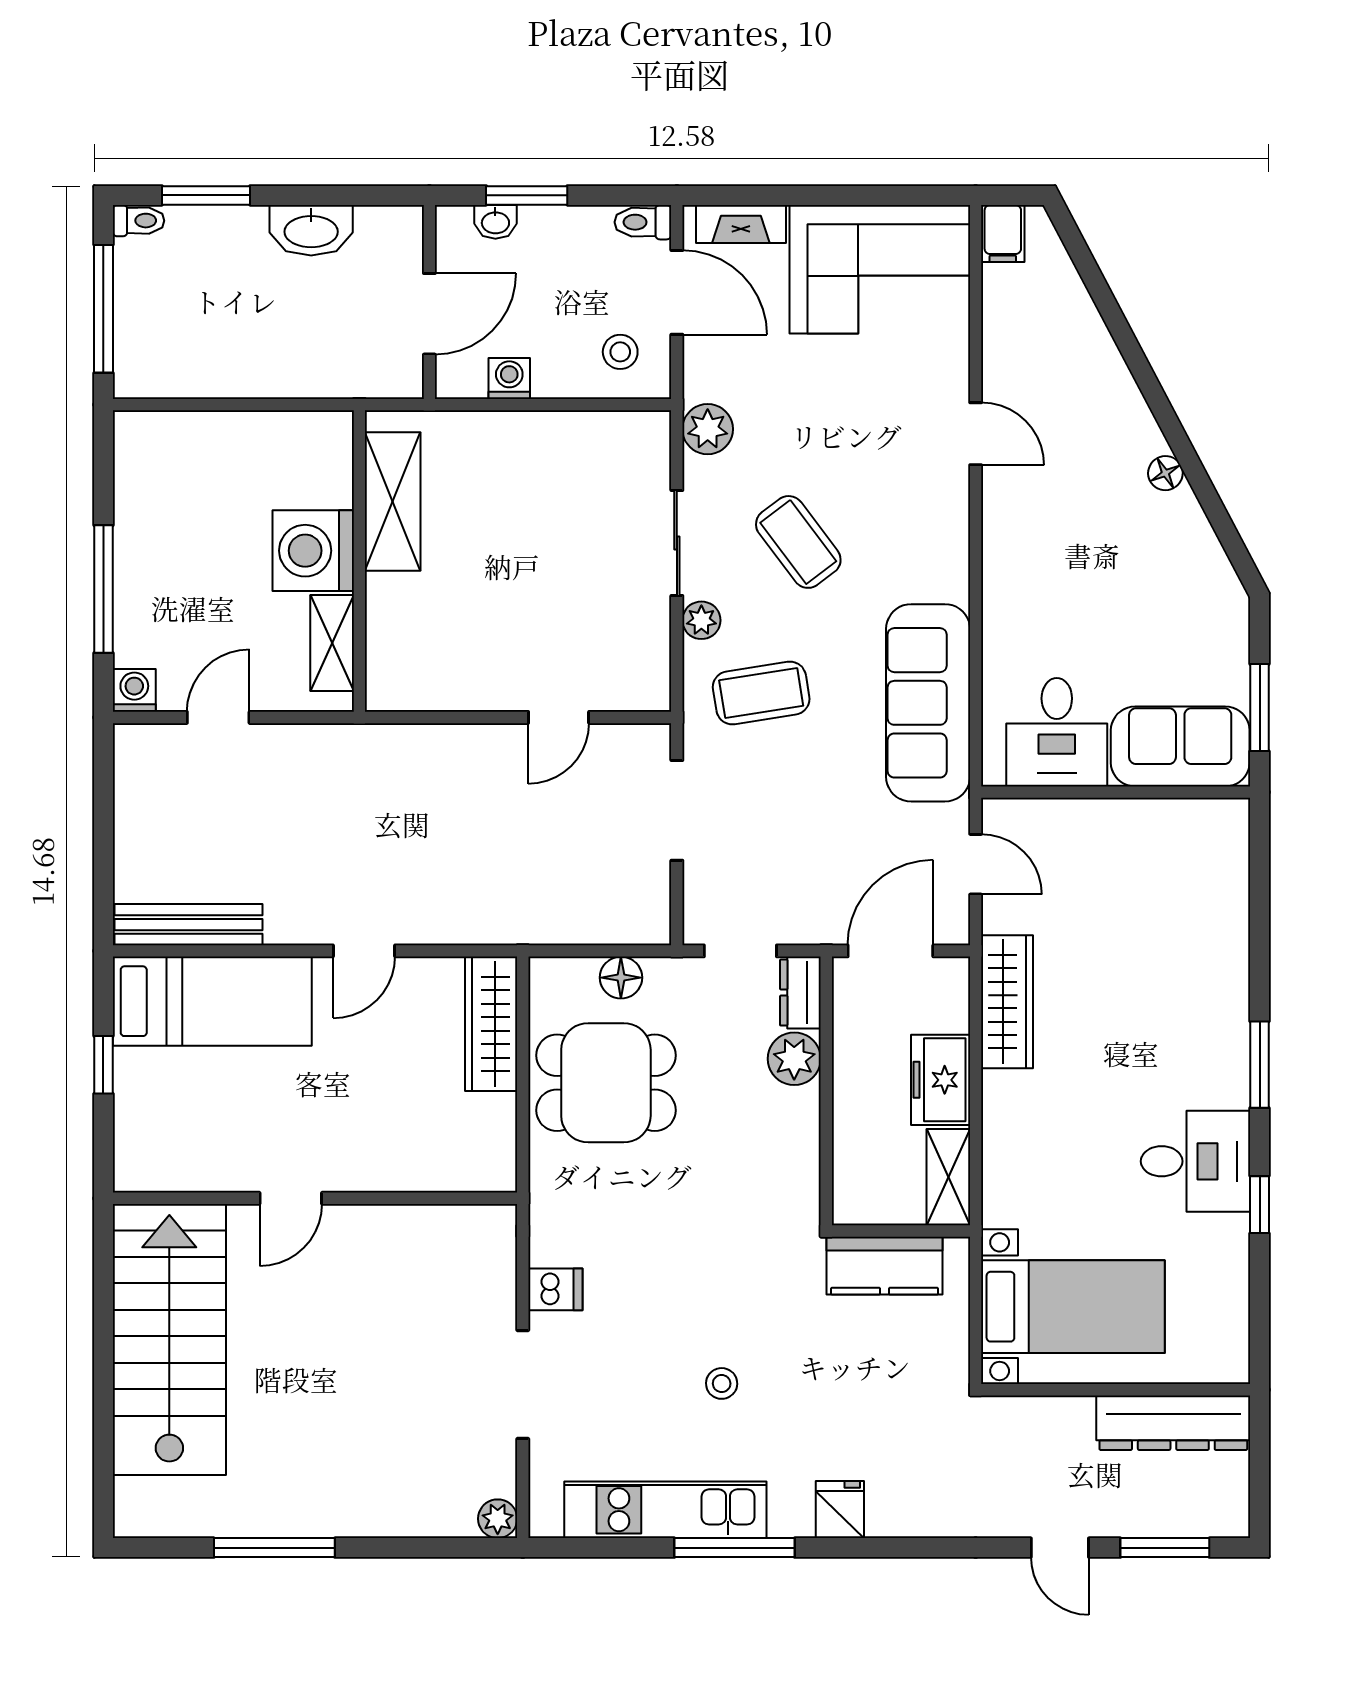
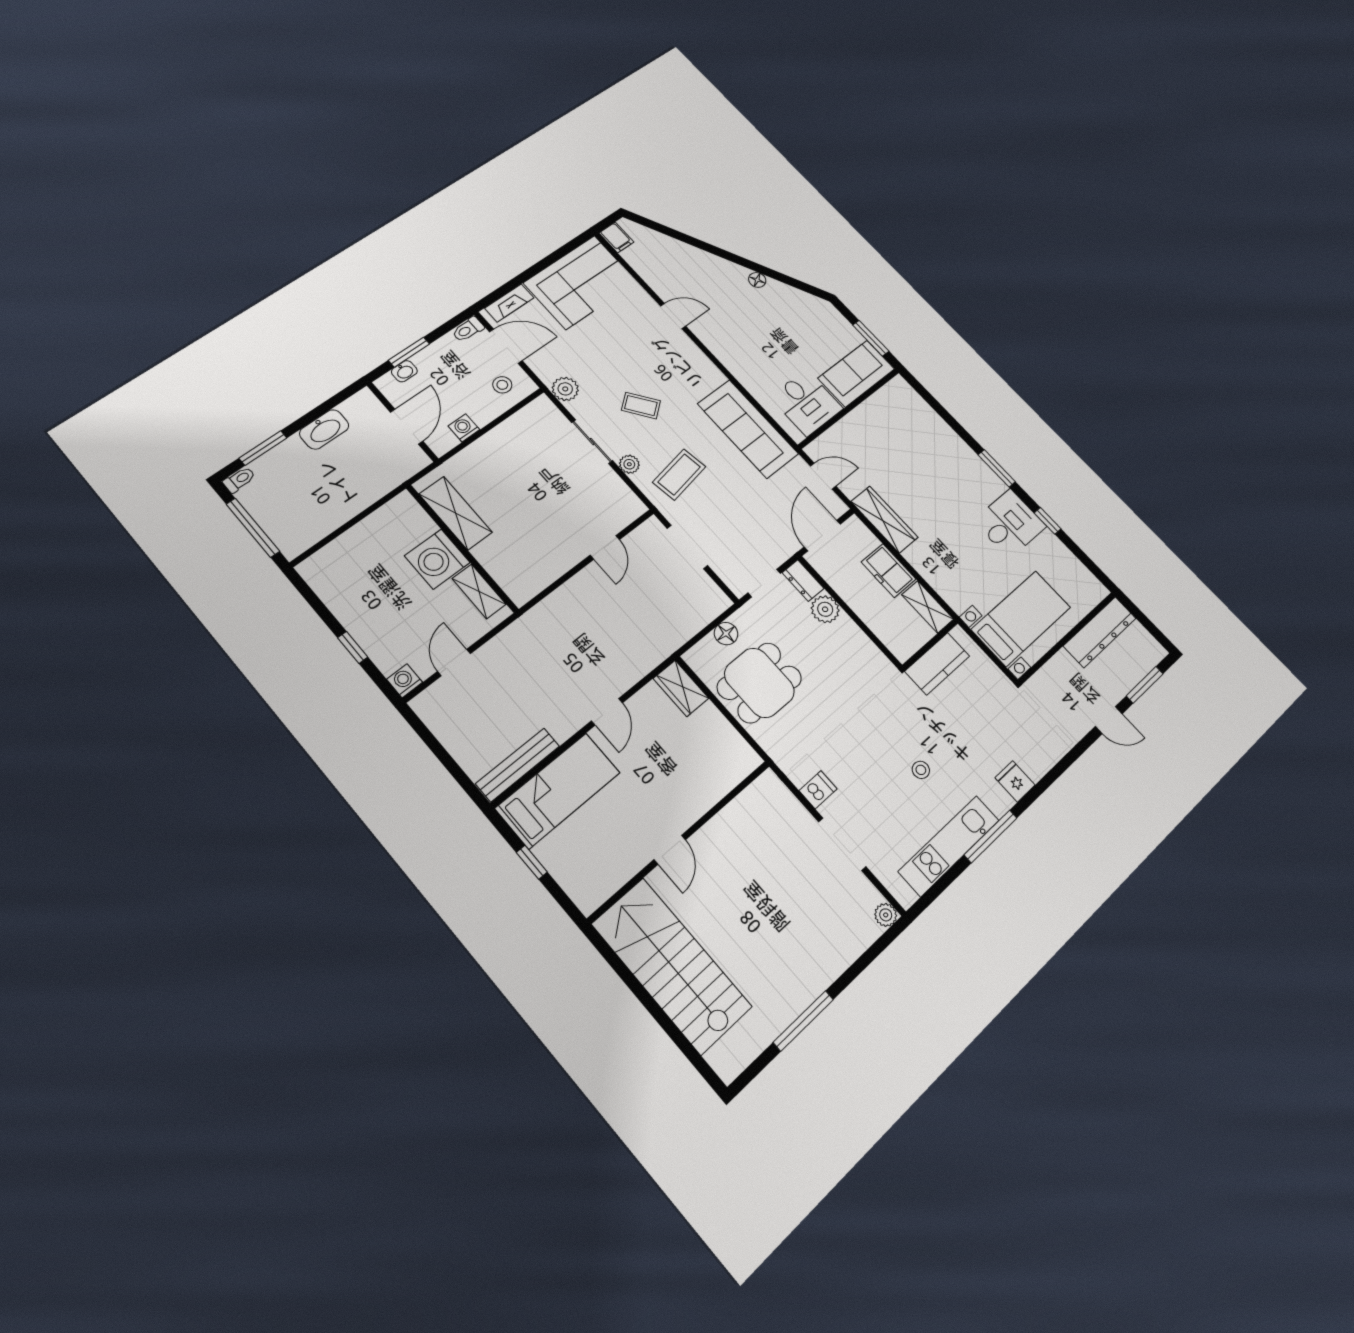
coffee table: (798, 542) -> (641, 405), width x0.73, depth x0.77
window: (103, 589) -> (353, 647), width x0.46
wardrobe: (491, 1024) -> (681, 688), width x0.67

